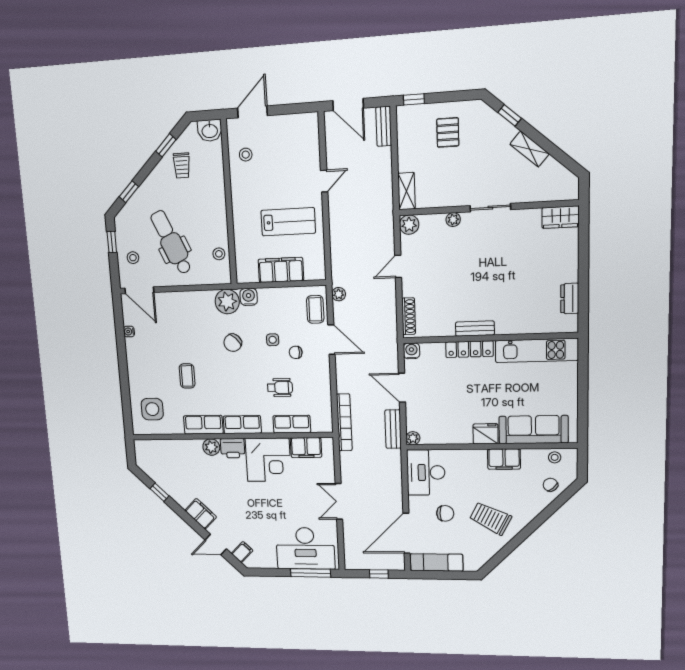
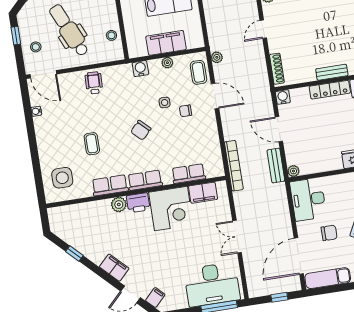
plant: (227, 302) -> (167, 63), moved, width x0.53, depth x0.53
chair: (233, 343) -> (141, 130), moved
wheelchair: (280, 388) -> (94, 83), moved, turned -88

